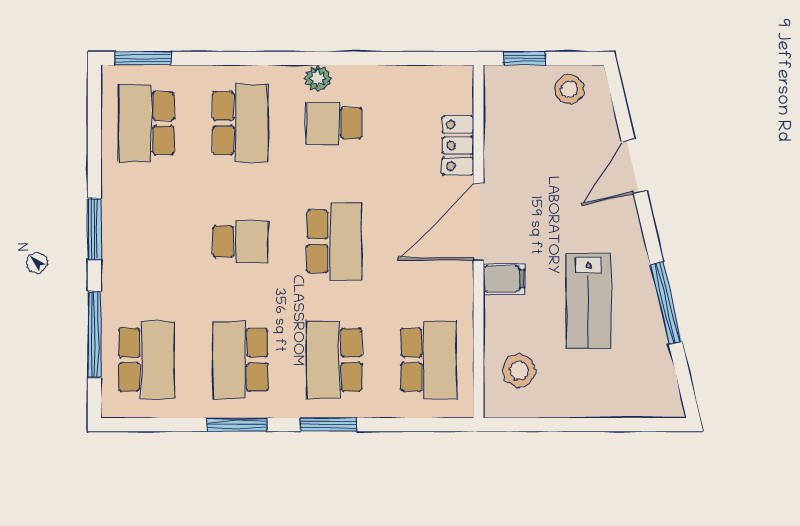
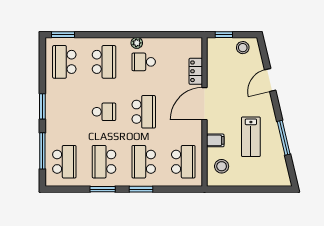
filing cabinet: (504, 279) -> (215, 140), moved

